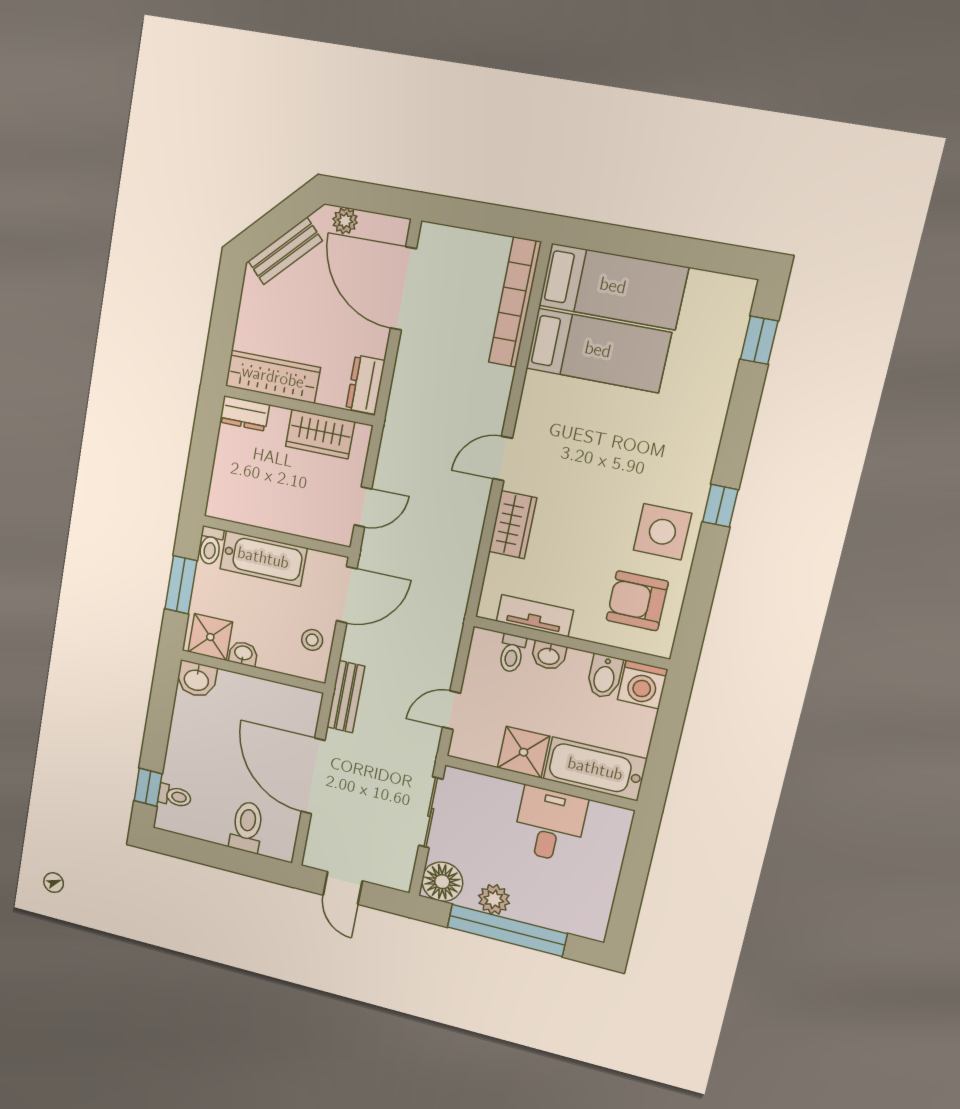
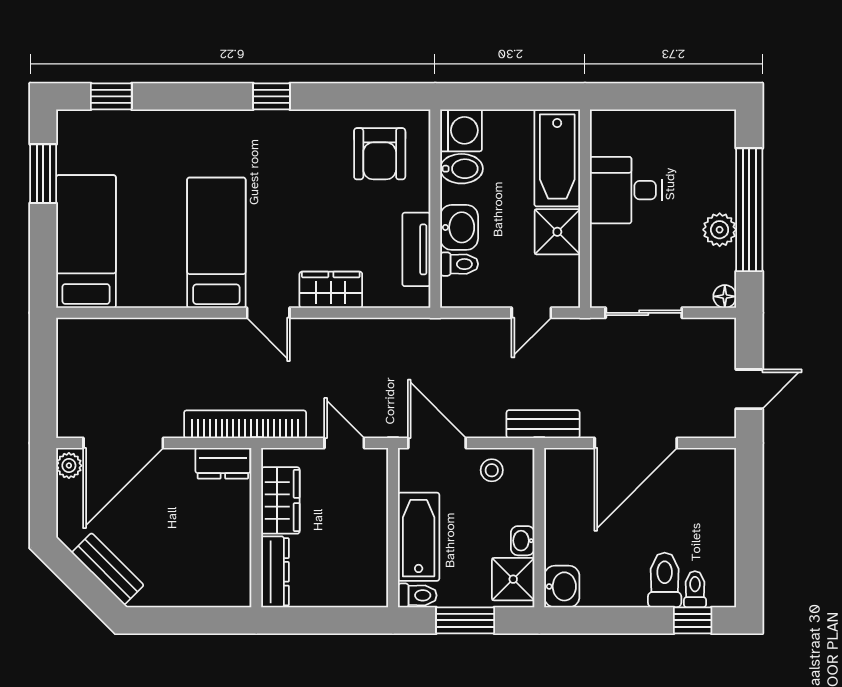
plant: (345, 221) -> (69, 466), moved
window: (694, 253) -> (43, 174), added
bookcase: (515, 302) -> (245, 424), moved, turned 180
bed: (598, 350) -> (216, 243), moved
wardrobe: (273, 377) -> (233, 560), removed
dresser: (244, 413) -> (275, 572), width x1.44
side table: (662, 532) -> (308, 145), removed
washbasin: (549, 656) -> (459, 227), width x1.38, depth x1.45
door: (451, 710) -> (531, 313), hinge flipped
toilet: (247, 827) -> (665, 580), moved, turned 90
floor lamp: (442, 882) -> (725, 296), width x0.53, depth x0.53

